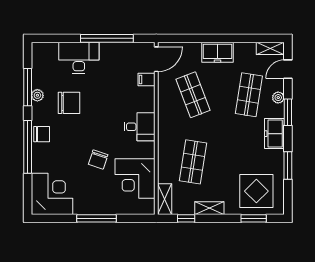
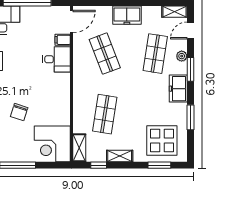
desk: (140, 127) -> (56, 59), moved
corner desk: (135, 179) -> (52, 144), moved

